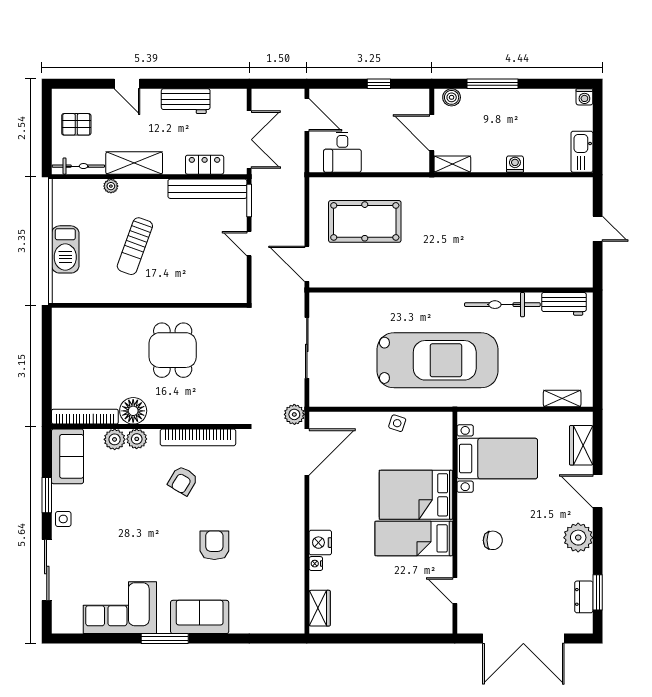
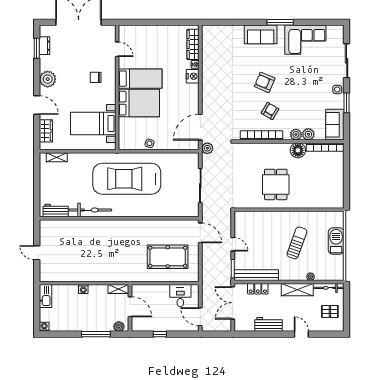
armchair: (214, 545) -> (265, 82), moved, turned 113
wardrobe: (320, 608) -> (193, 44), width x1.50

